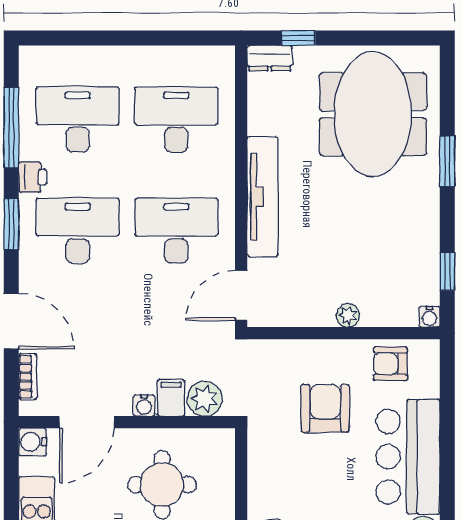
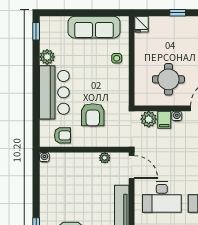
window: (447, 271) -> (36, 178), removed
door: (241, 296) -> (132, 167), hinge flipped
plant: (348, 315) -> (105, 158), moved

